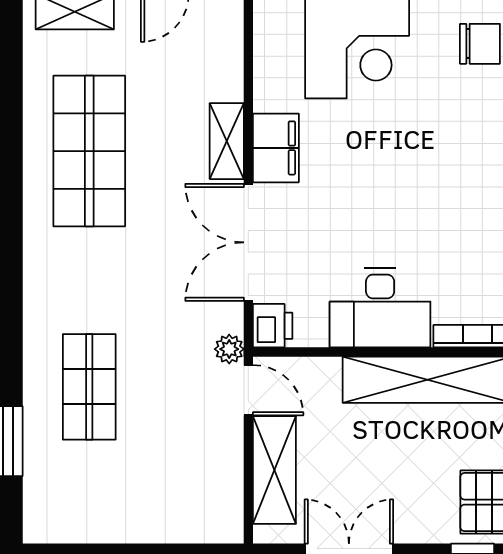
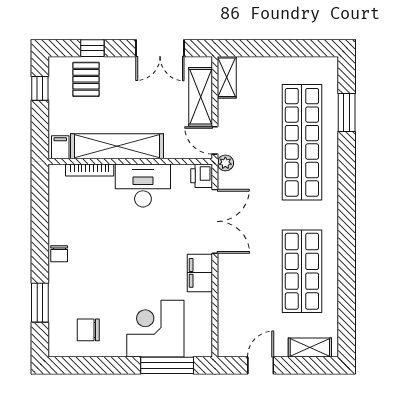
shelving: (227, 141) -> (227, 77), moved
shop shelf: (89, 387) -> (302, 142), width x2.00, depth x1.36

